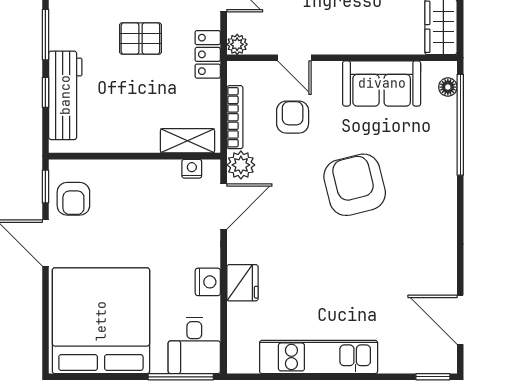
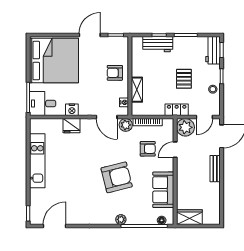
plant: (237, 44) -> (185, 127), width x1.88, depth x1.88
workbench: (65, 95) -> (158, 44), width x0.73
shelving: (188, 141) -> (137, 90), moved
plant: (446, 175) -> (121, 219), added
armchair: (73, 199) -> (115, 73), moved

